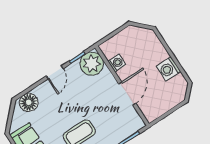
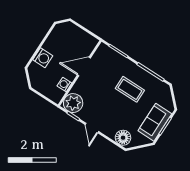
washing machine: (168, 69) -> (43, 58), moved
door: (55, 72) -> (92, 128), swing flipped

